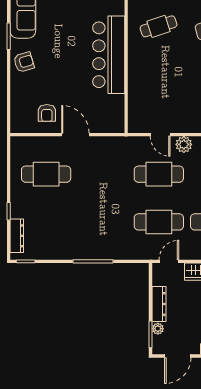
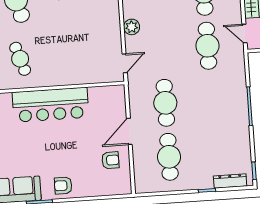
armchair: (24, 62) -> (63, 186), turned -73
door: (160, 135) -> (125, 63), moved
cafe table: (159, 174) -> (165, 103), moved

